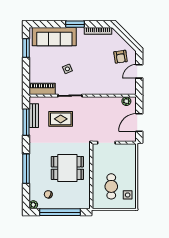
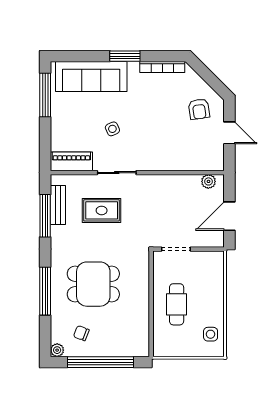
window: (26, 48) -> (45, 95), width x1.44
door: (139, 71) -> (229, 133), swing flipped
dining table: (67, 168) -> (93, 284), moved
cafe table: (111, 186) -> (177, 304), moved

